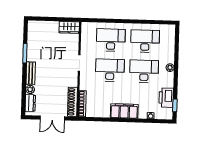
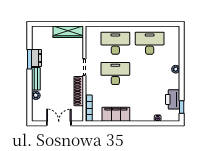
wardrobe: (69, 27) -> (68, 32), width x1.50
desk: (144, 71) -> (150, 74), removed
shoe rack: (73, 102) -> (79, 91), moved
dresser: (30, 103) -> (36, 58), moved
filing cabinet: (124, 111) -> (116, 114), moved
double door: (52, 118) -> (59, 123), swing flipped

